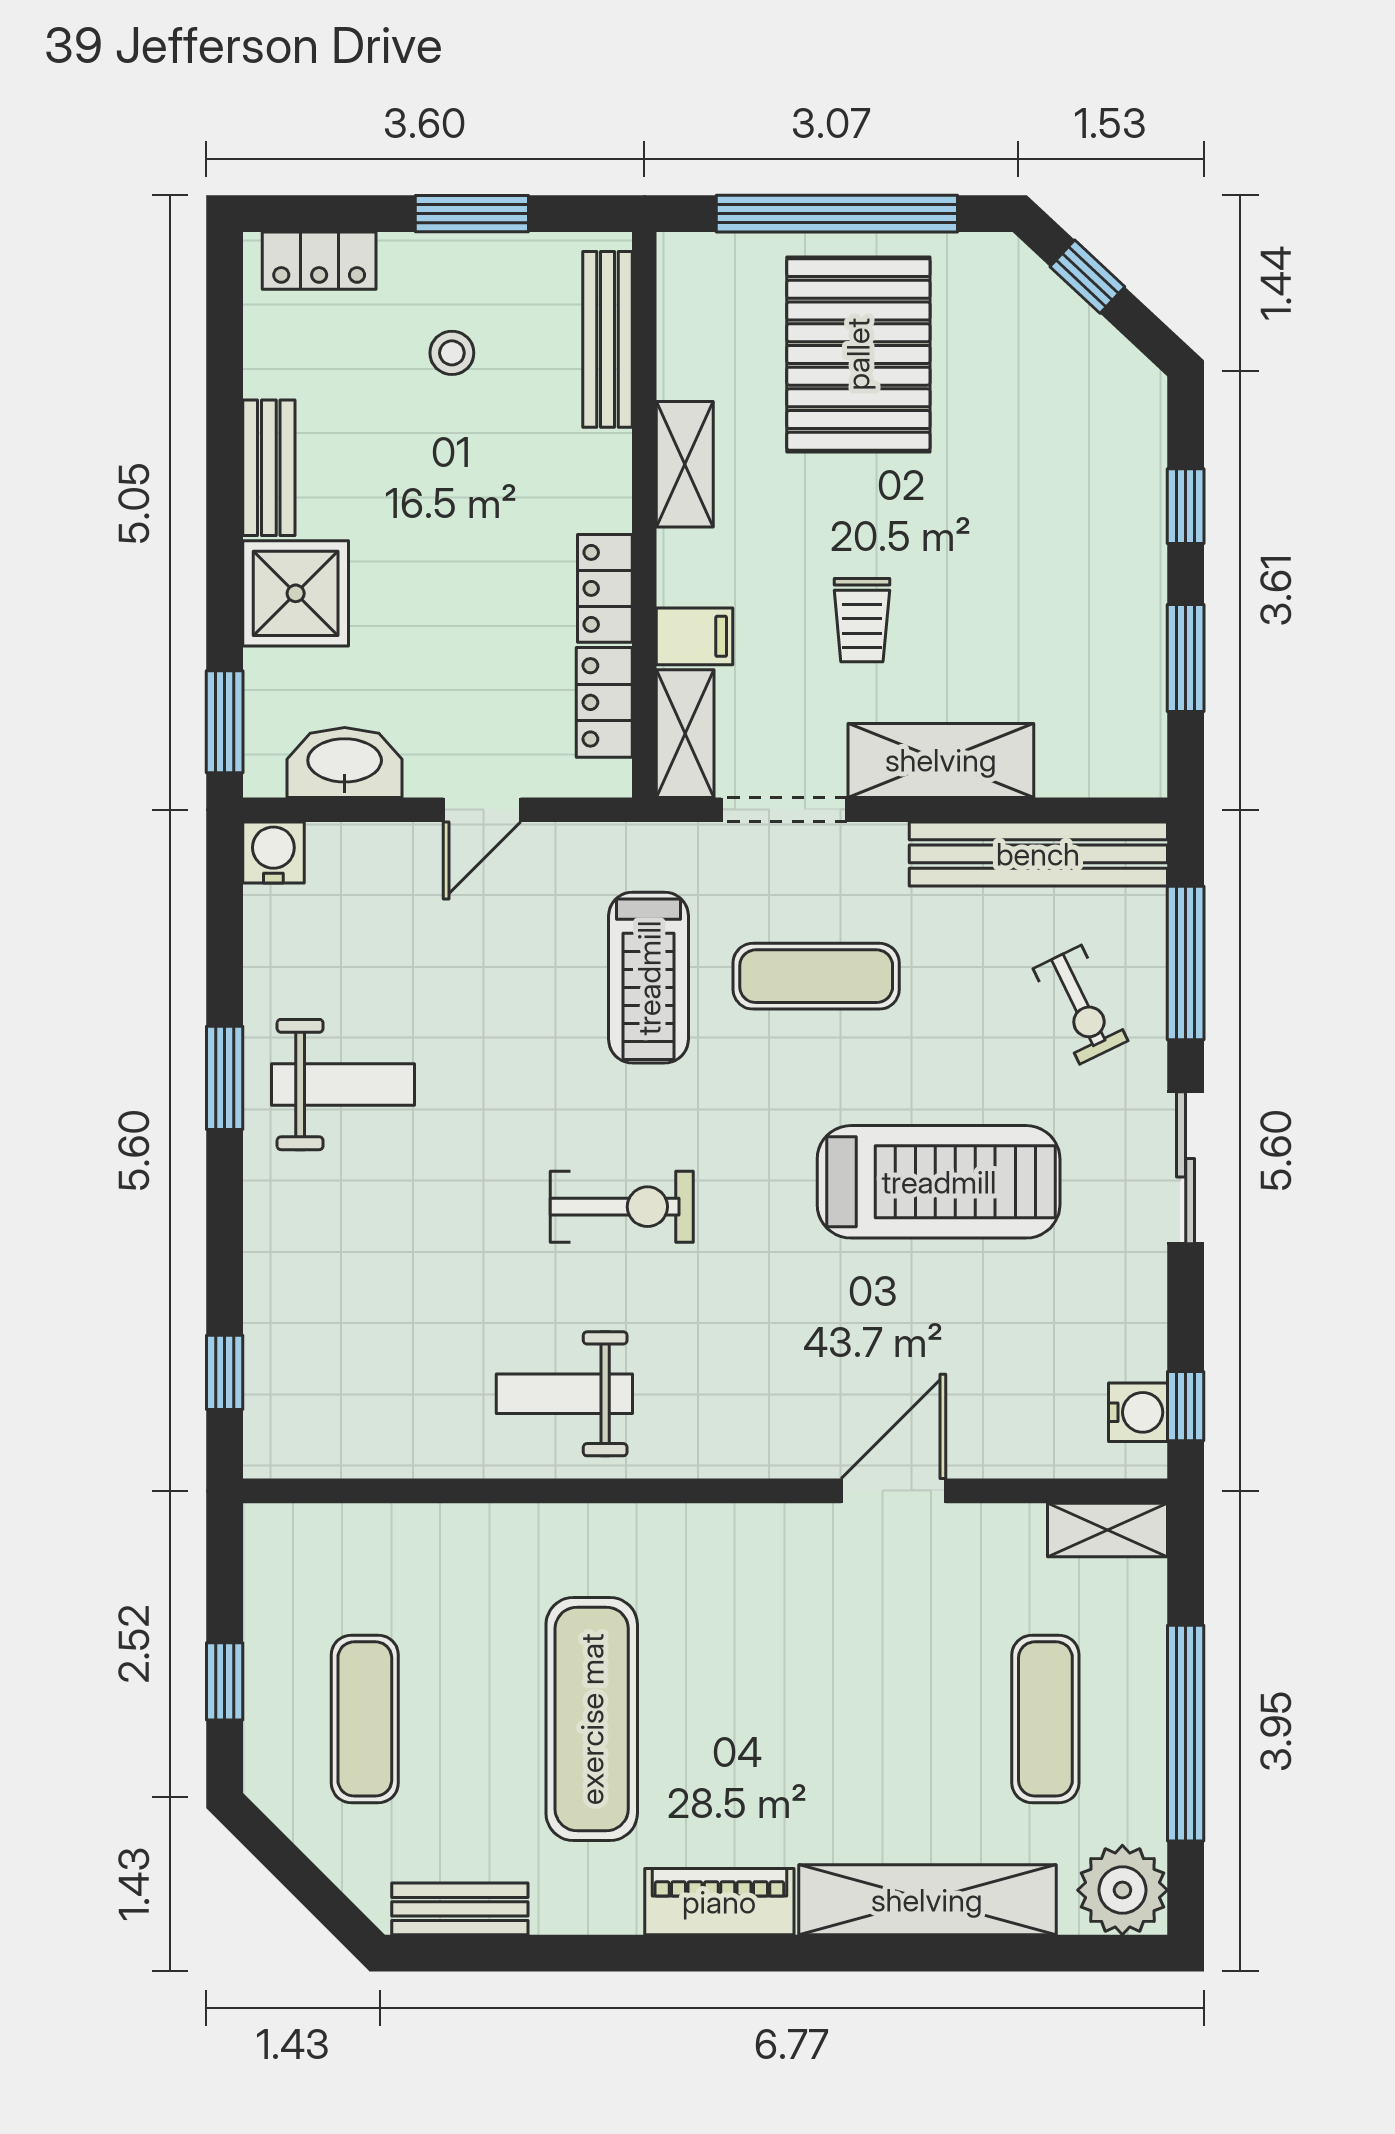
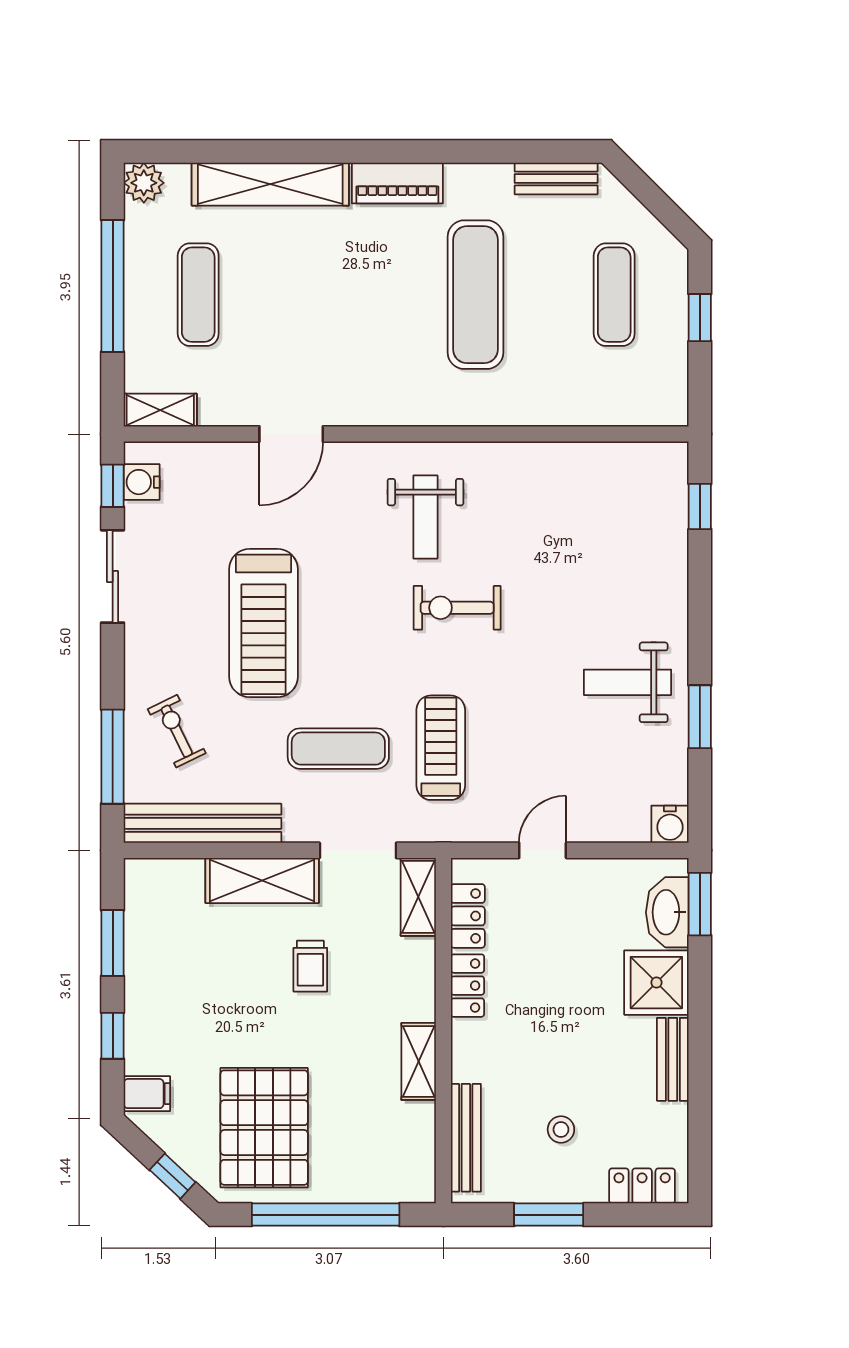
pallet: (858, 354) -> (264, 1128), moved
trolley: (862, 620) -> (310, 966), turned 180
filing cabinet: (695, 636) -> (147, 1094), moved, turned 180
washbasin: (345, 762) -> (667, 912), moved, turned 90
window: (225, 1078) -> (700, 717), moved
sliding door: (1186, 1168) -> (113, 576), moved
treadmill: (939, 1182) -> (263, 623), turned -90
weight bench: (564, 1394) -> (425, 517), moved, turned 90
plant: (1122, 1890) -> (144, 183), width x0.73, depth x0.73

